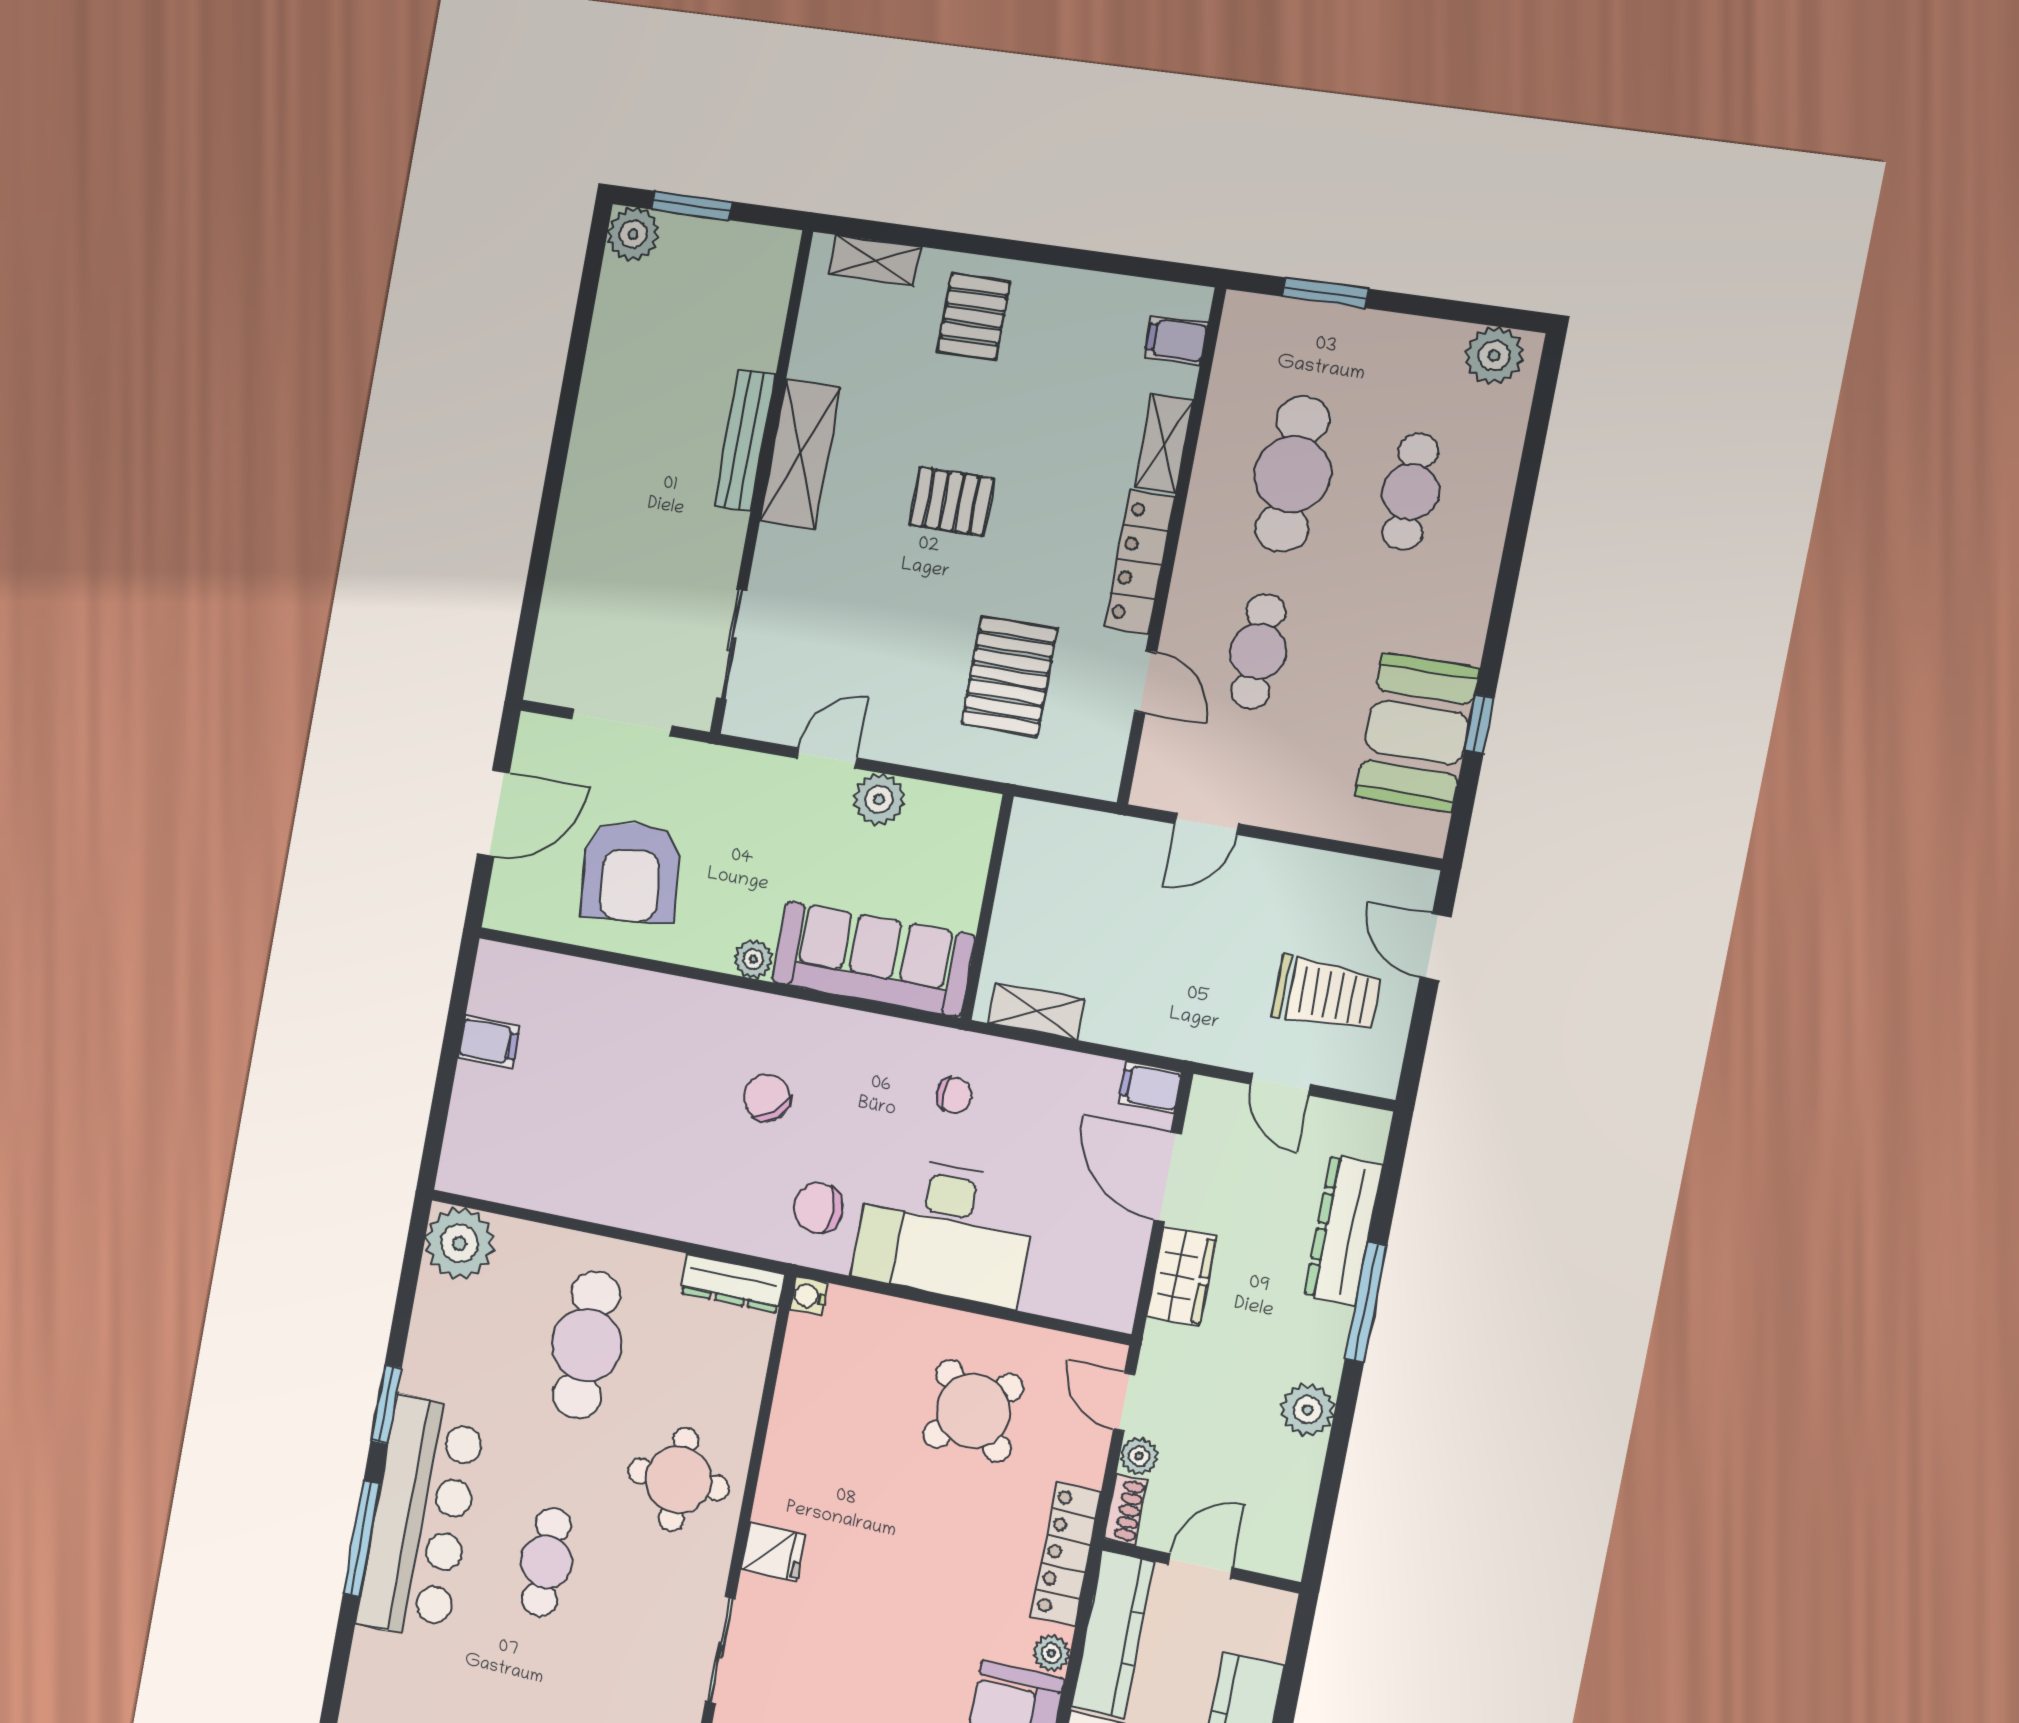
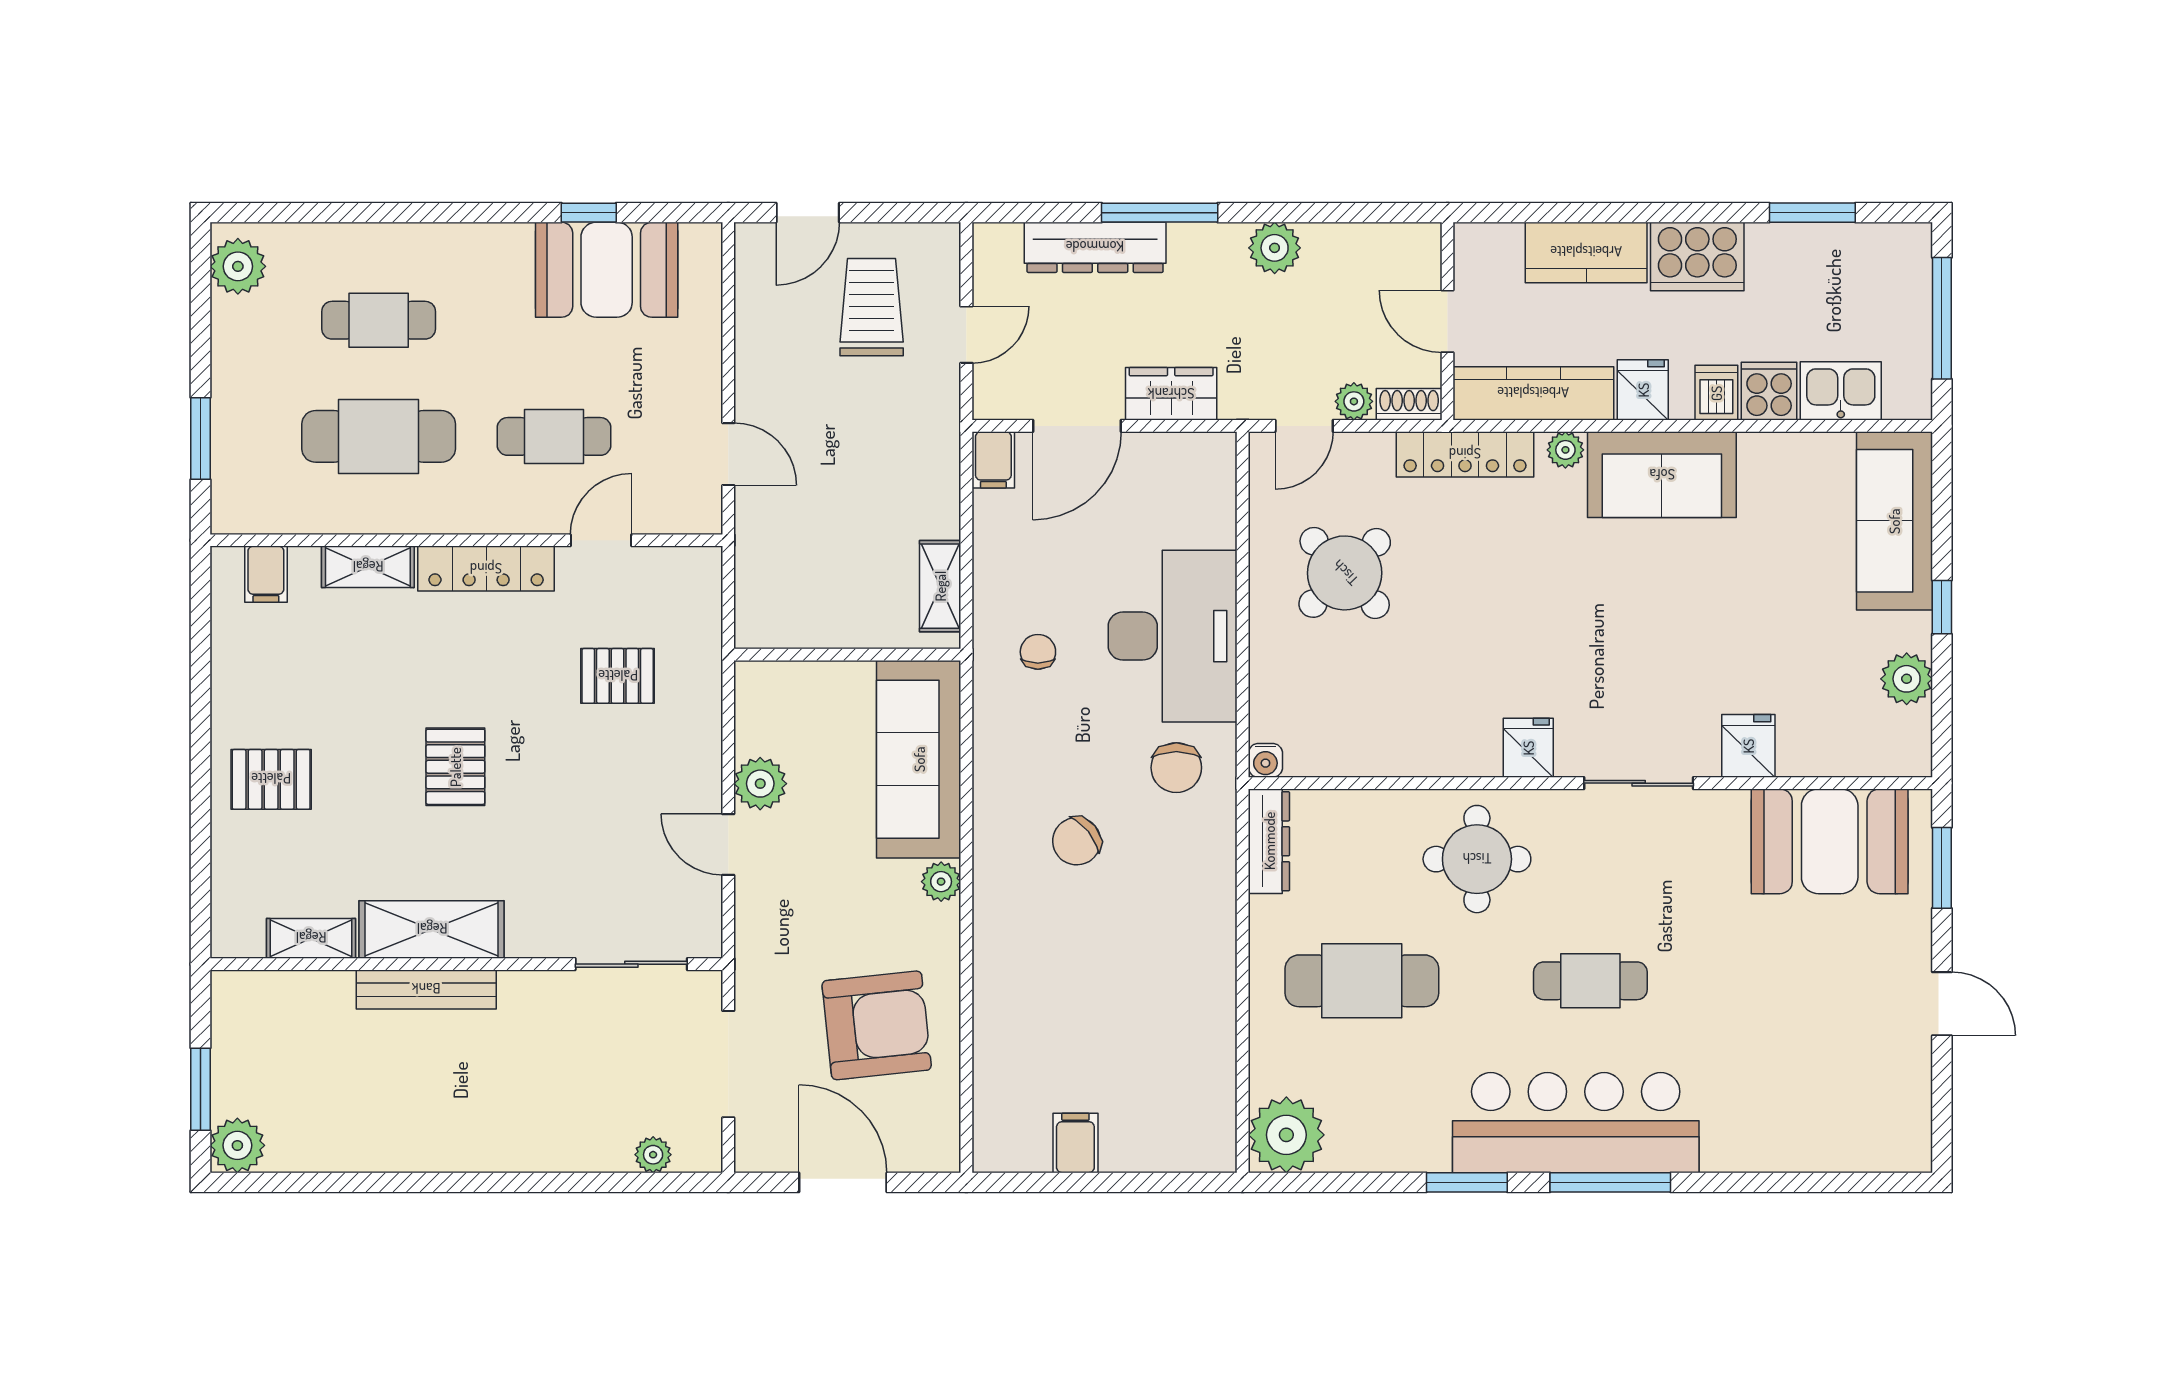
shelving: (875, 261) -> (311, 938), moved, turned 90
plant: (551, 636) -> (653, 1155), added
pallet: (1009, 676) -> (618, 676), width x0.67, depth x0.71

